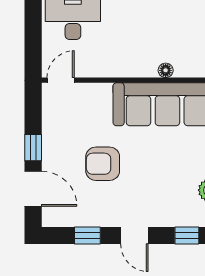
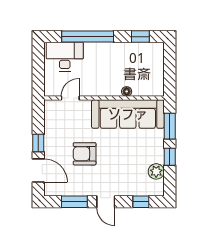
door: (61, 80) -> (70, 98), moved
window: (87, 235) -> (74, 202), width x1.50

